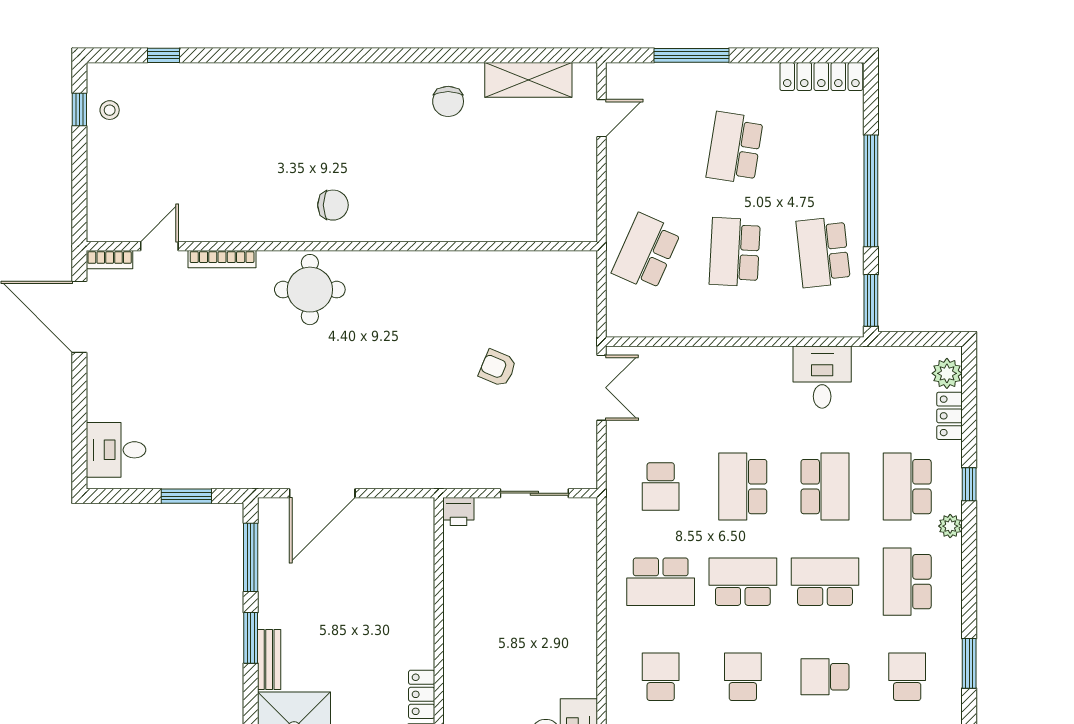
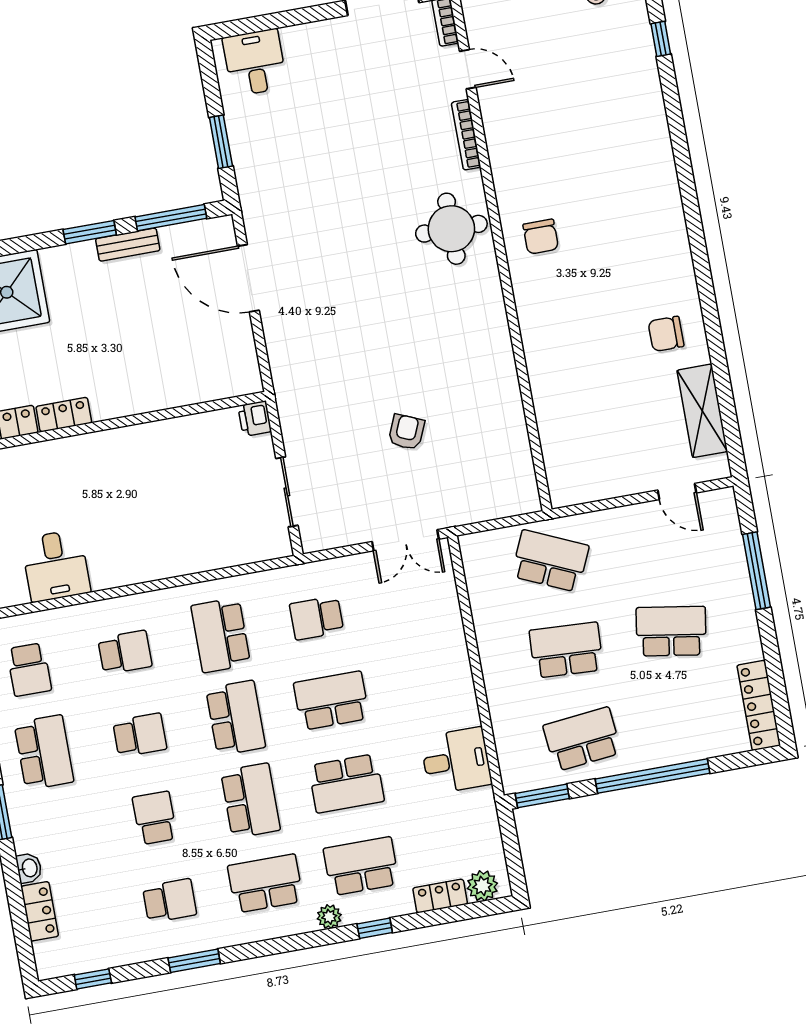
bench: (269, 659) -> (128, 245), moved

